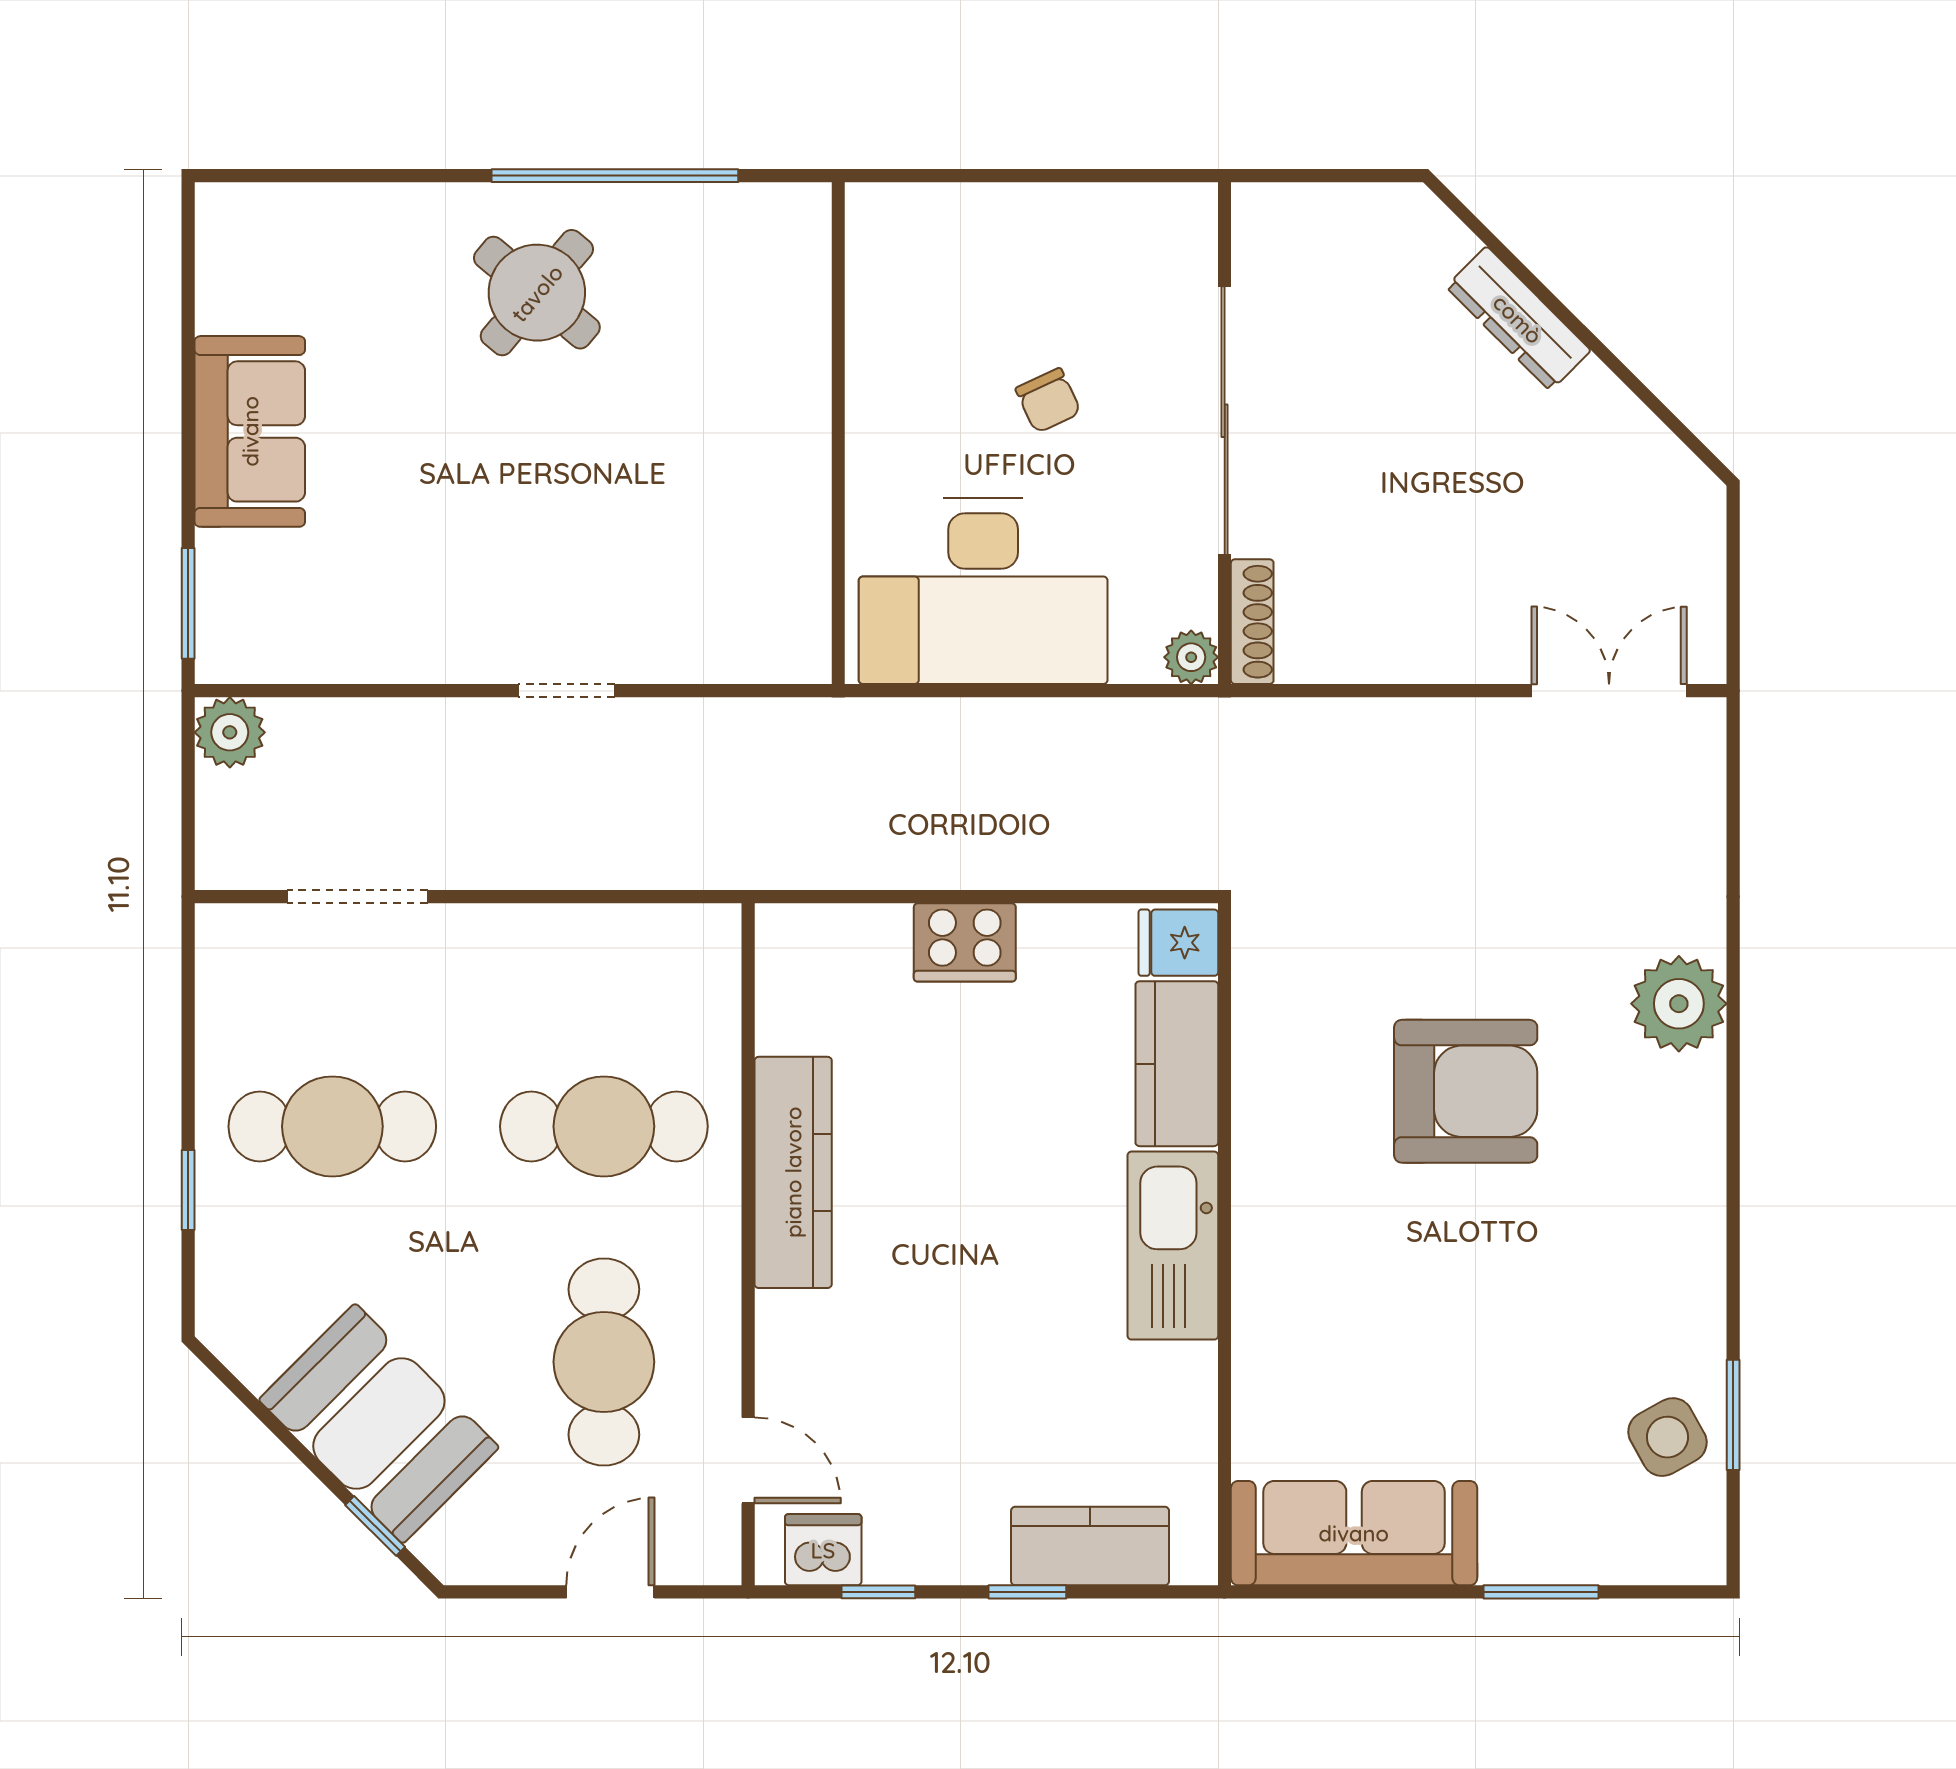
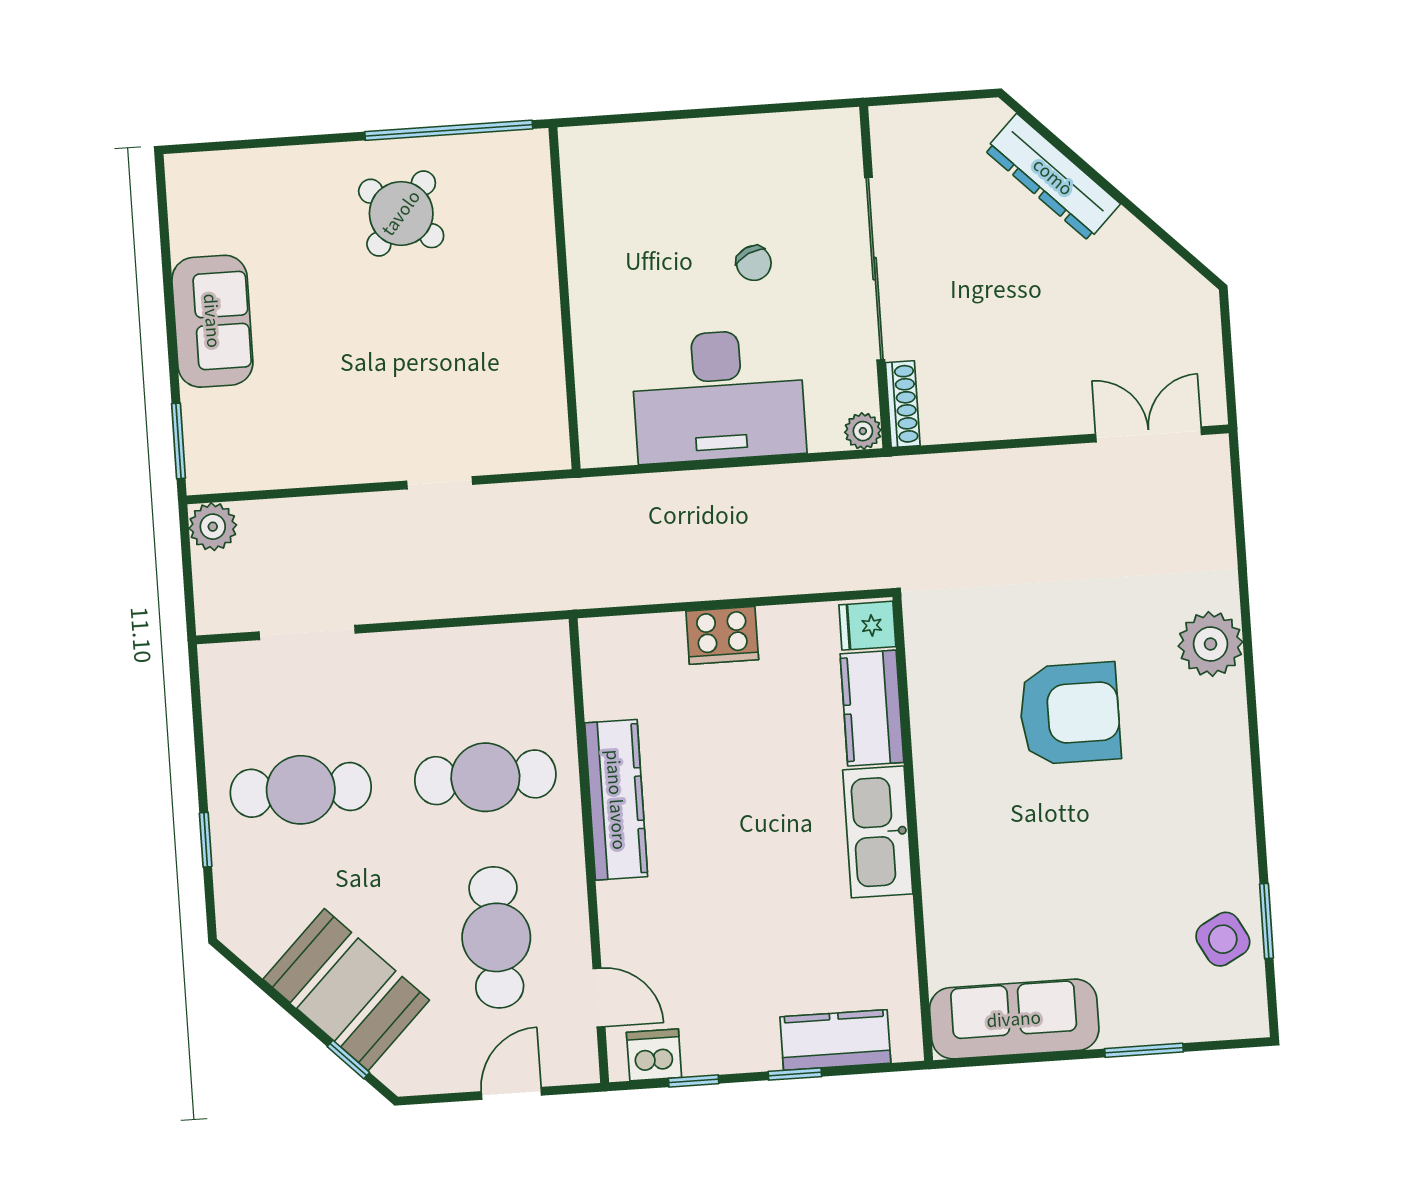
dresser: (1518, 319) -> (1053, 177), width x1.37, depth x1.24
wall: (838, 433) -> (564, 298), moved

